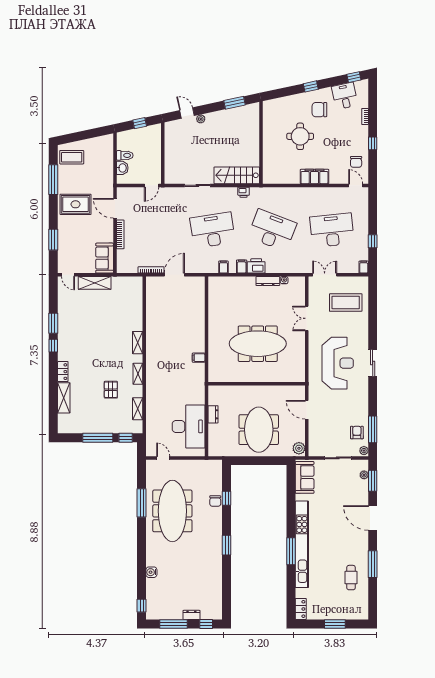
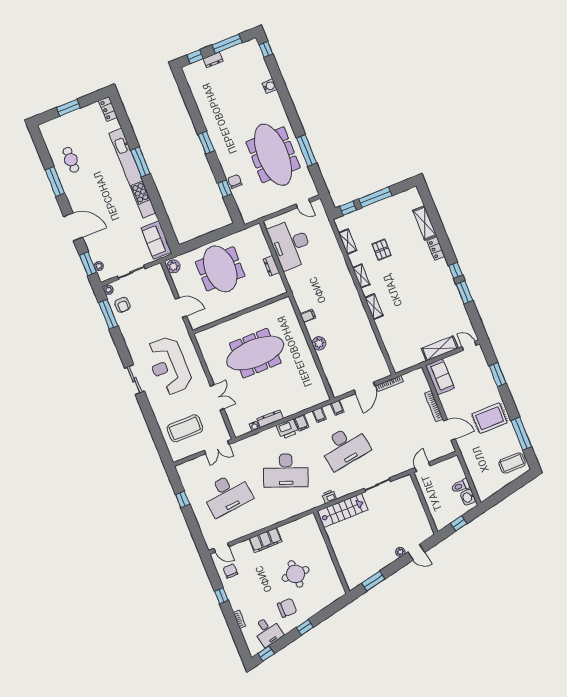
washbasin: (122, 168) -> (468, 497), moved
filing cabinet: (364, 267) -> (337, 408), moved
plant: (198, 330) -> (319, 343), added

